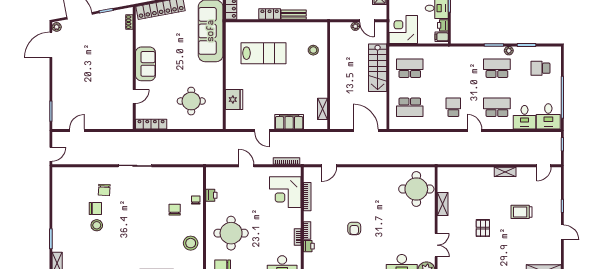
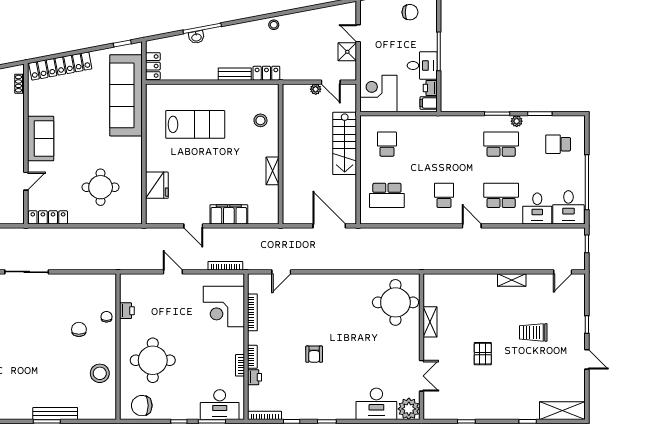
locker: (270, 14) -> (266, 73), moved
school desk: (410, 68) -> (387, 144), width x0.54
shelving: (322, 109) -> (272, 171), moved

